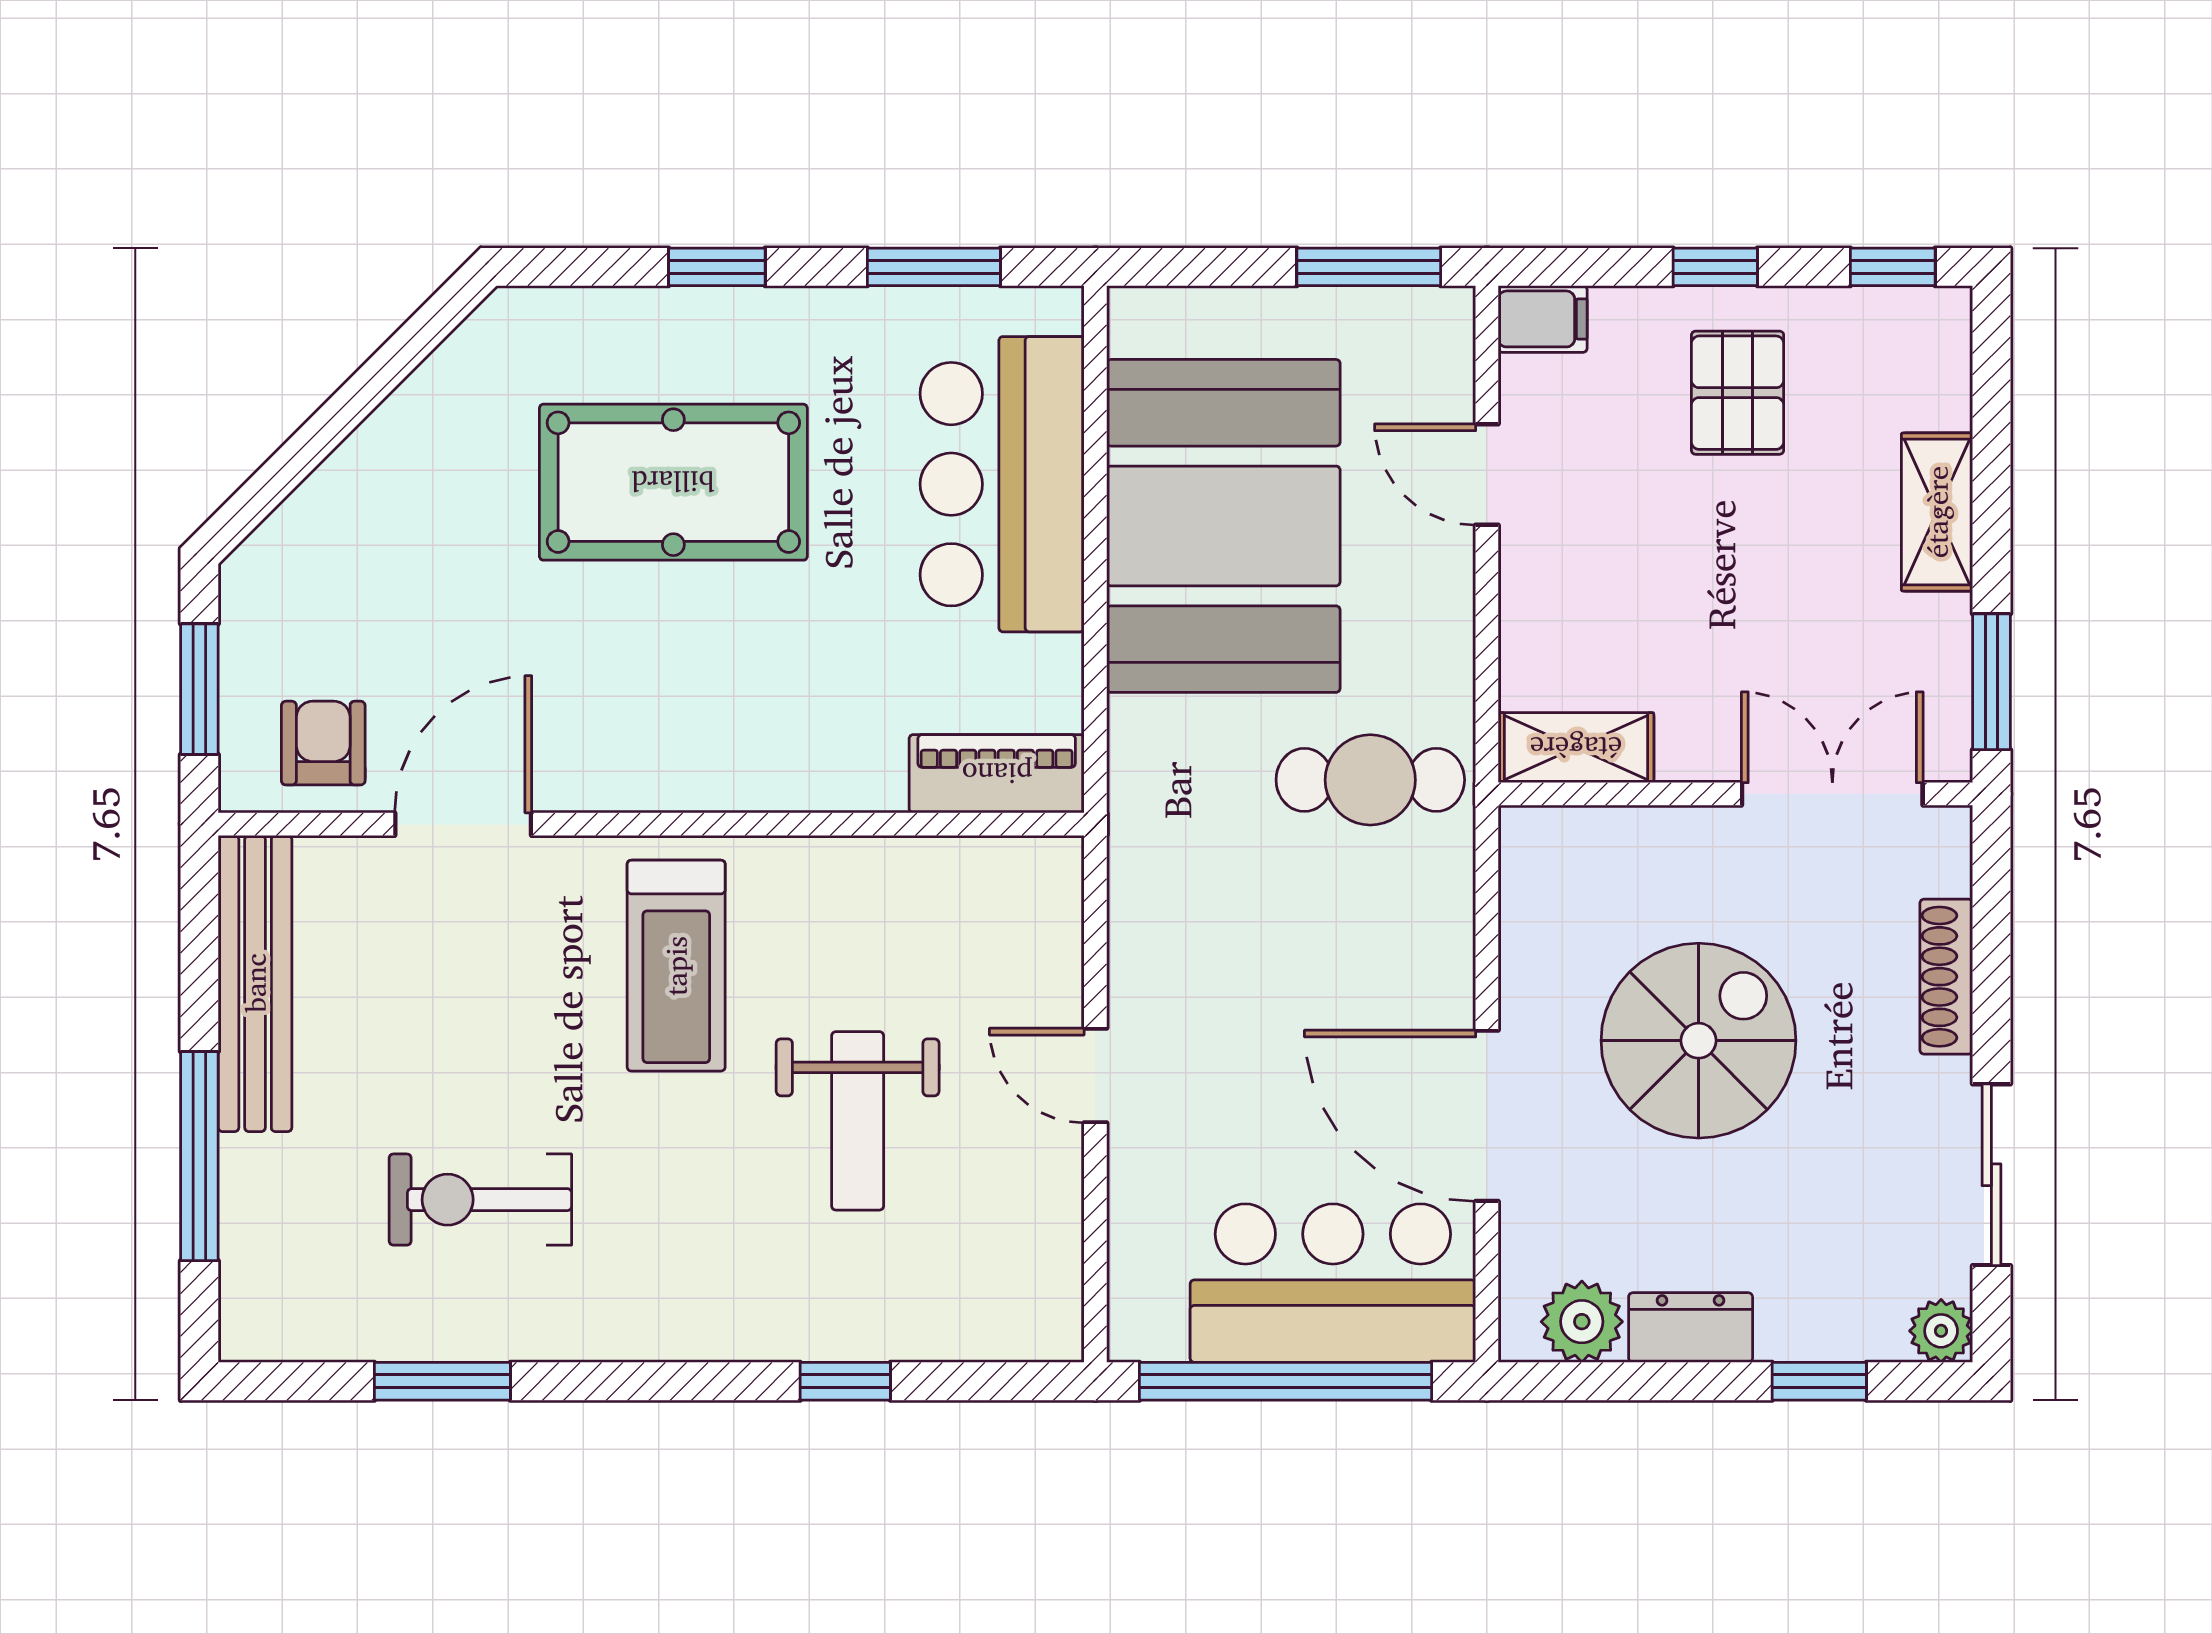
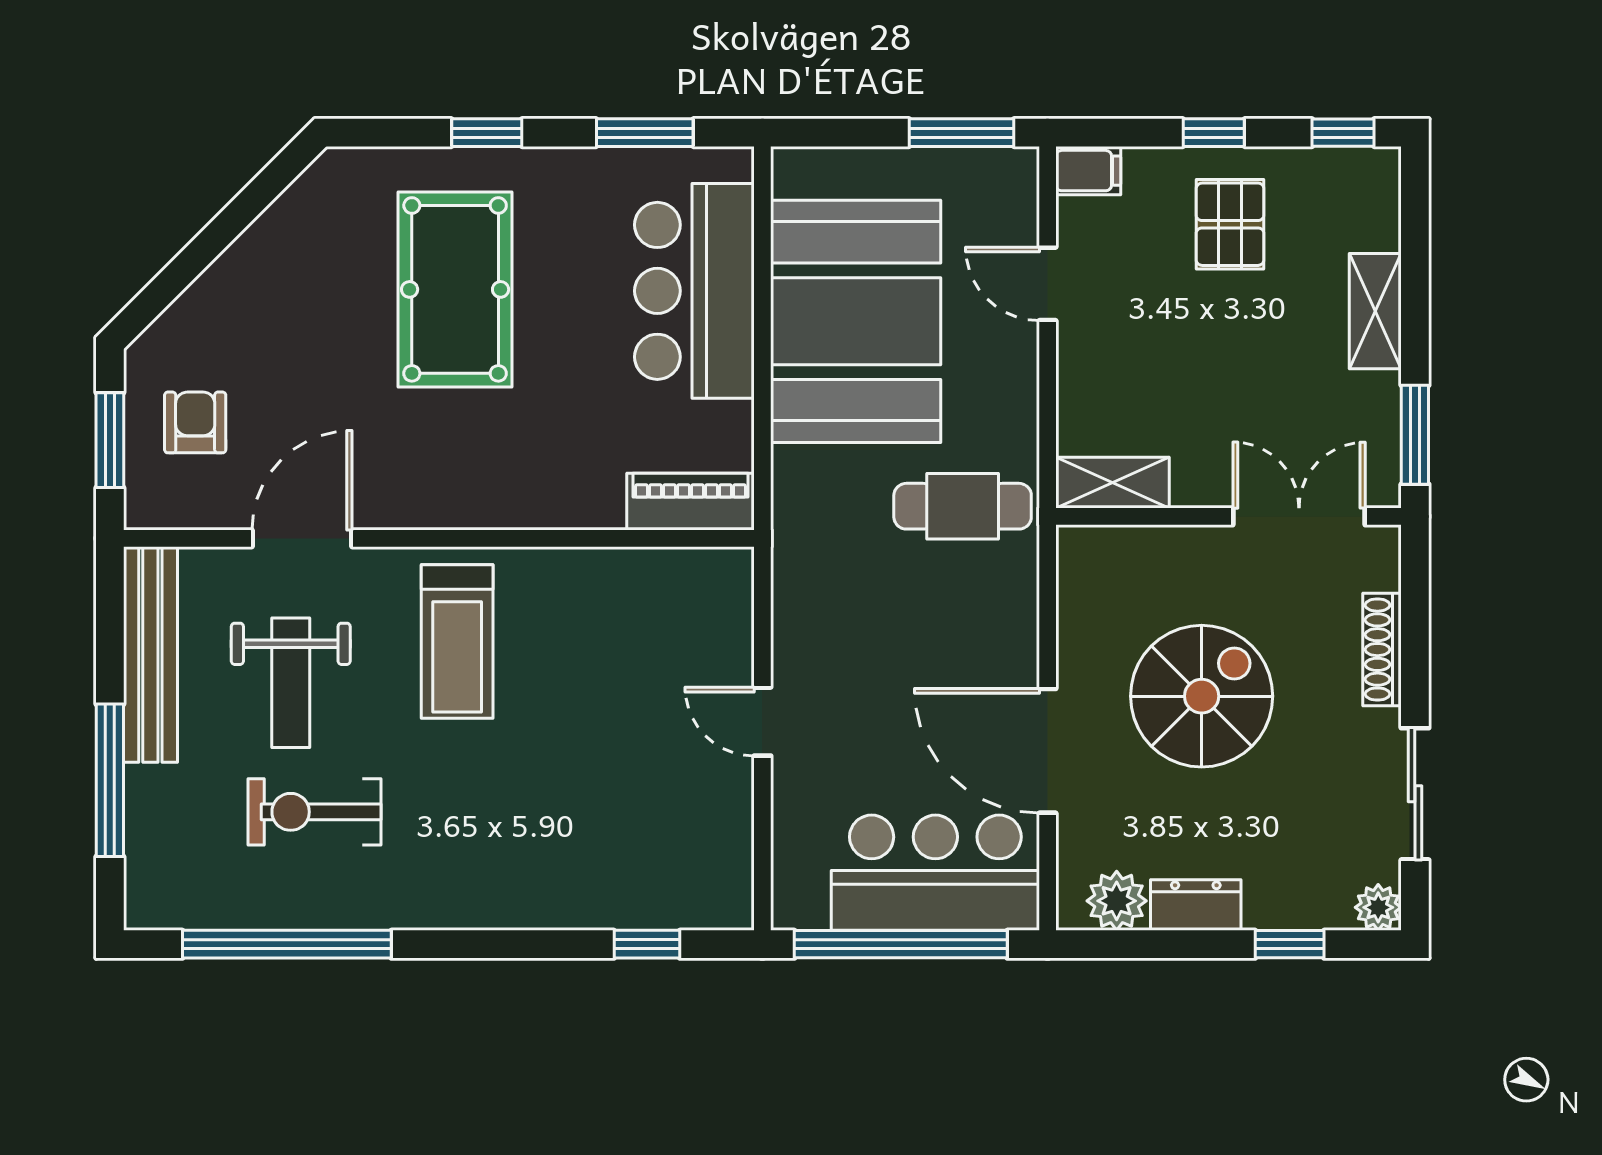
pool table: (673, 482) -> (455, 289), turned 90
armchair: (323, 743) -> (195, 422), moved
weight bench: (858, 1121) -> (291, 683), moved
window: (442, 1381) -> (287, 944), width x2.11
window: (845, 1381) -> (647, 944), moved

